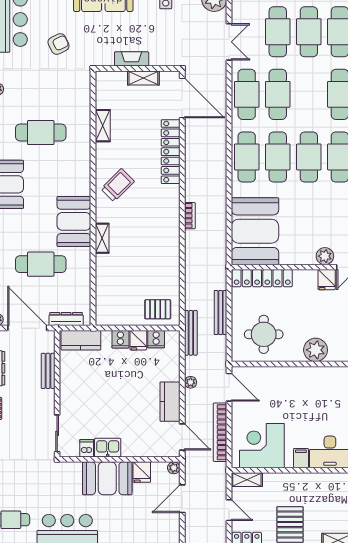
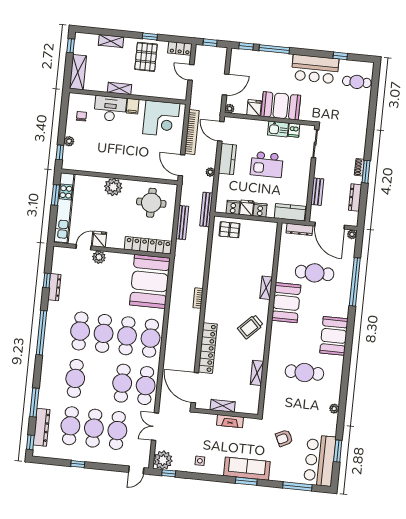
kitchen island: (118, 400) -> (267, 164), added
shelving: (247, 480) -> (119, 88), moved

